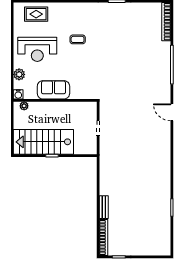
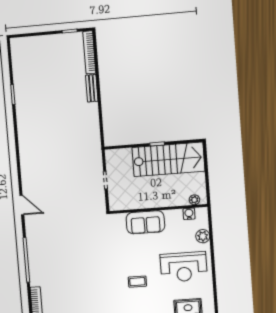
reception desk: (37, 49) -> (184, 267), turned 180
sofa: (53, 90) -> (145, 222), moved
water cooler: (18, 94) -> (189, 214), moved

